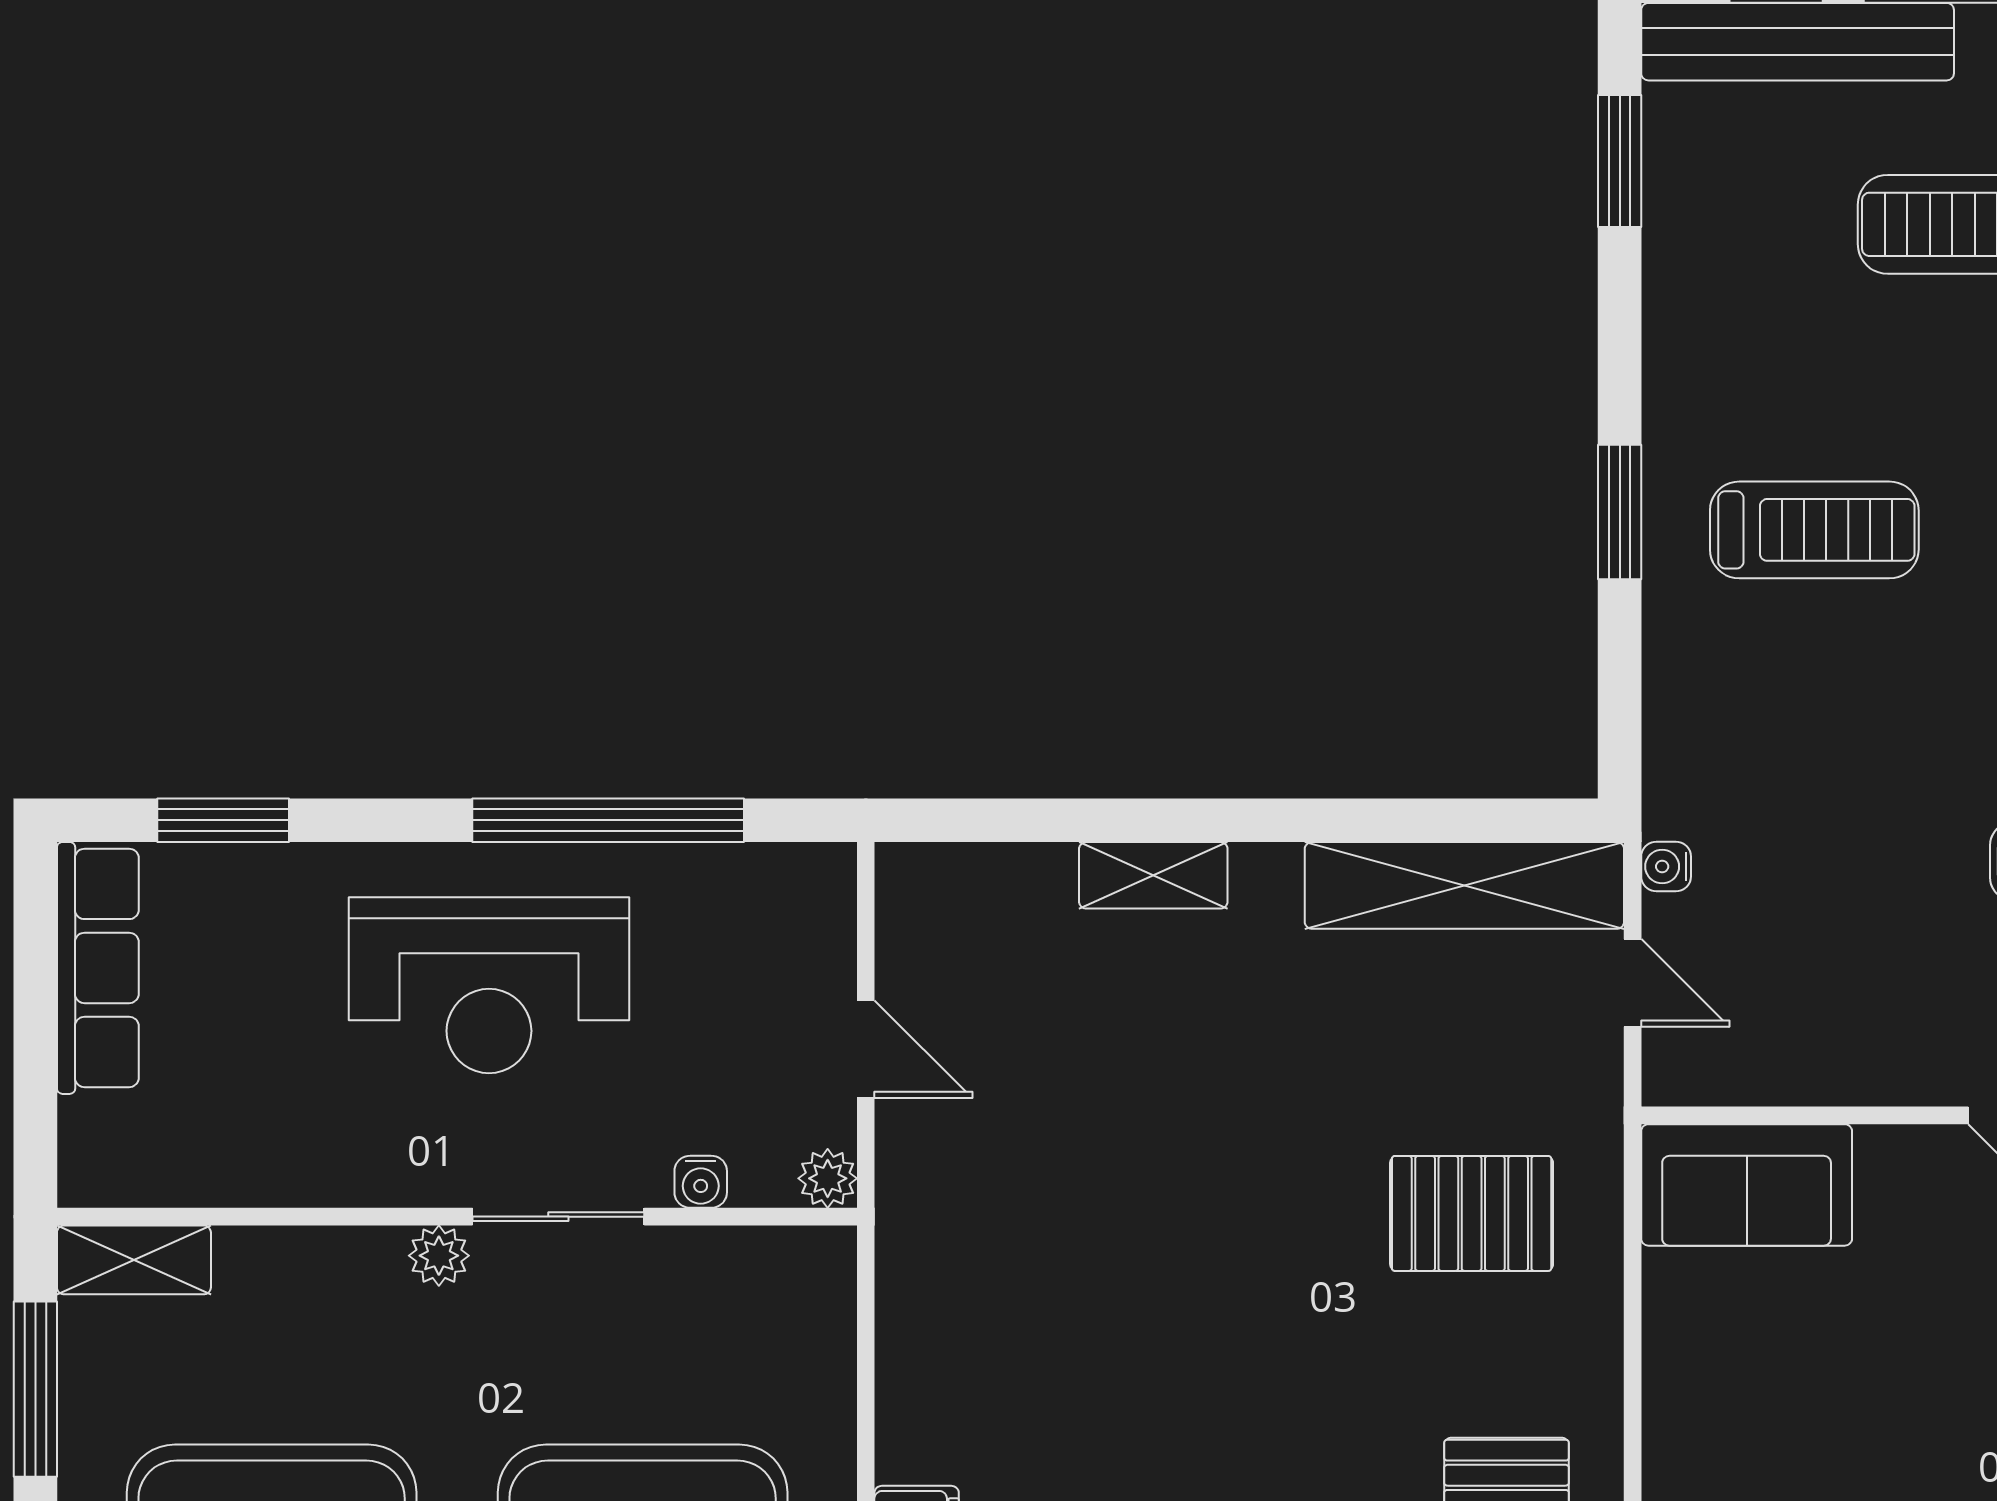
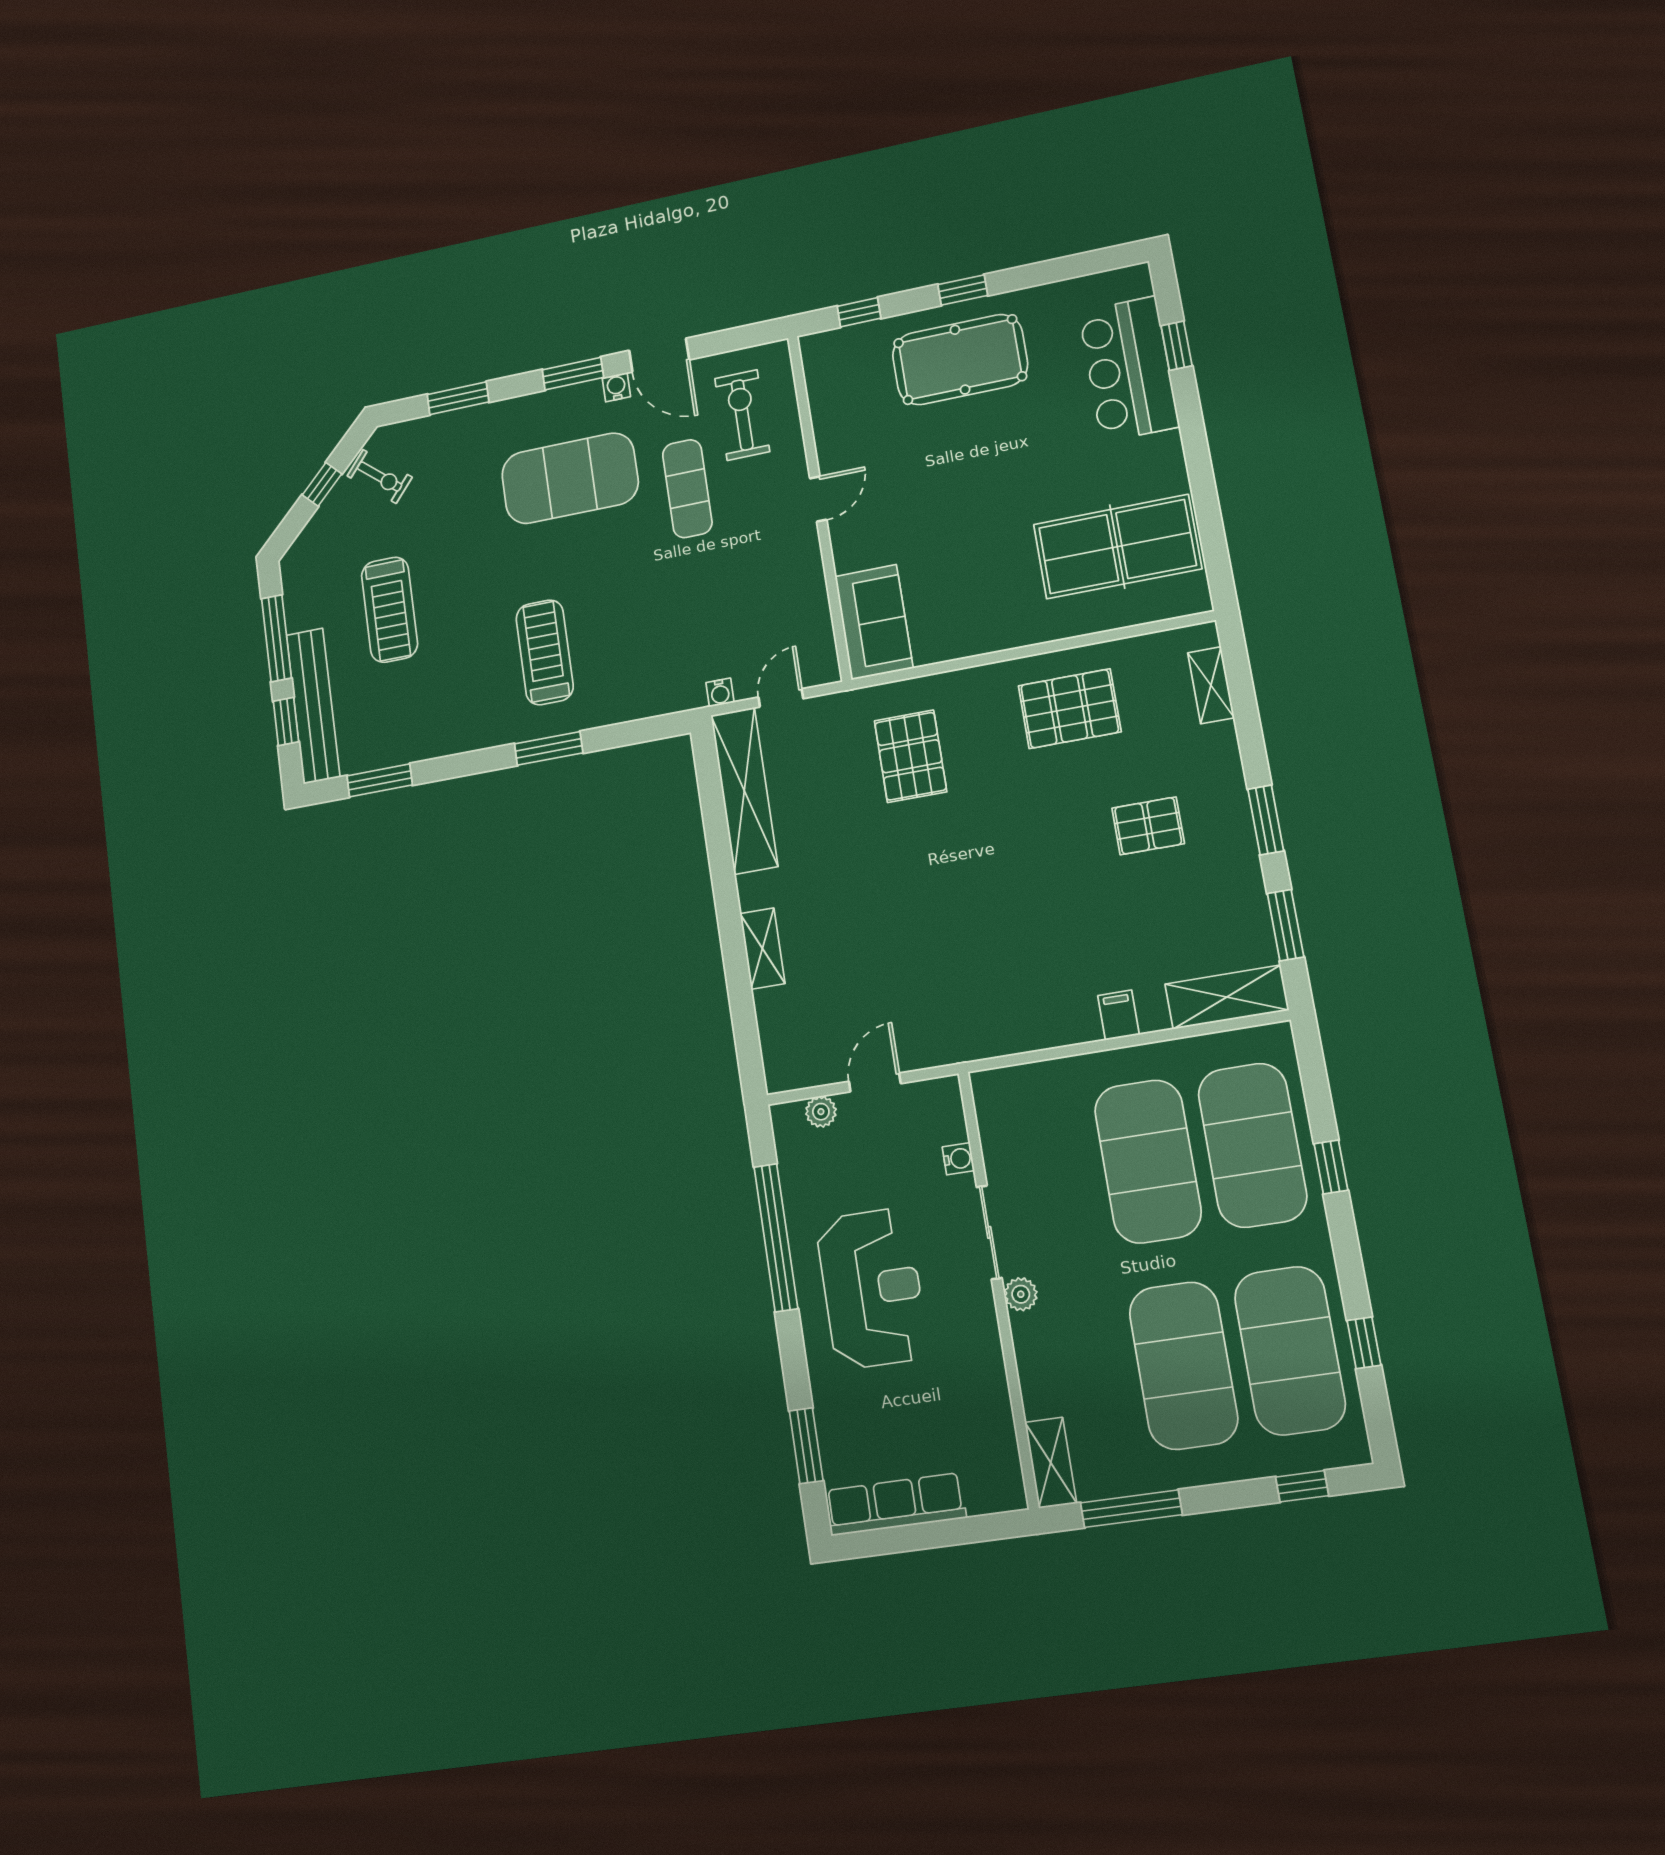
plant: (828, 1178) -> (821, 1112), moved

